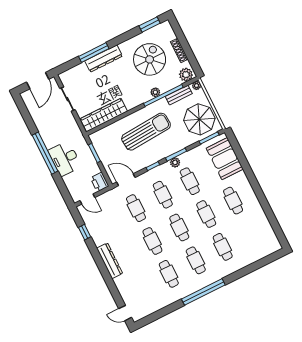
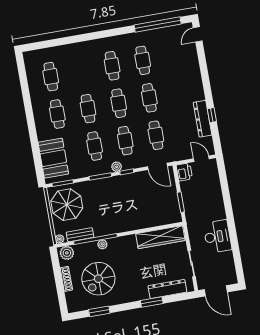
window: (150, 25) -> (99, 311), moved
window: (94, 53) -> (152, 302), width x0.69
dresser: (104, 59) -> (167, 289), moved
door: (38, 81) -> (216, 291), swing flipped
sun lounger: (146, 132) -> (123, 208), removed
window: (45, 153) -> (230, 217), removed
desk: (65, 159) -> (217, 237), moved
plant: (175, 162) -> (117, 167), moved
window: (85, 232) -> (212, 115), moved
cafe table: (223, 247) -> (51, 77), moved
dresser: (110, 261) -> (202, 119), moved
window: (203, 292) -> (158, 24), moved
door: (125, 313) -> (198, 34), swing flipped

